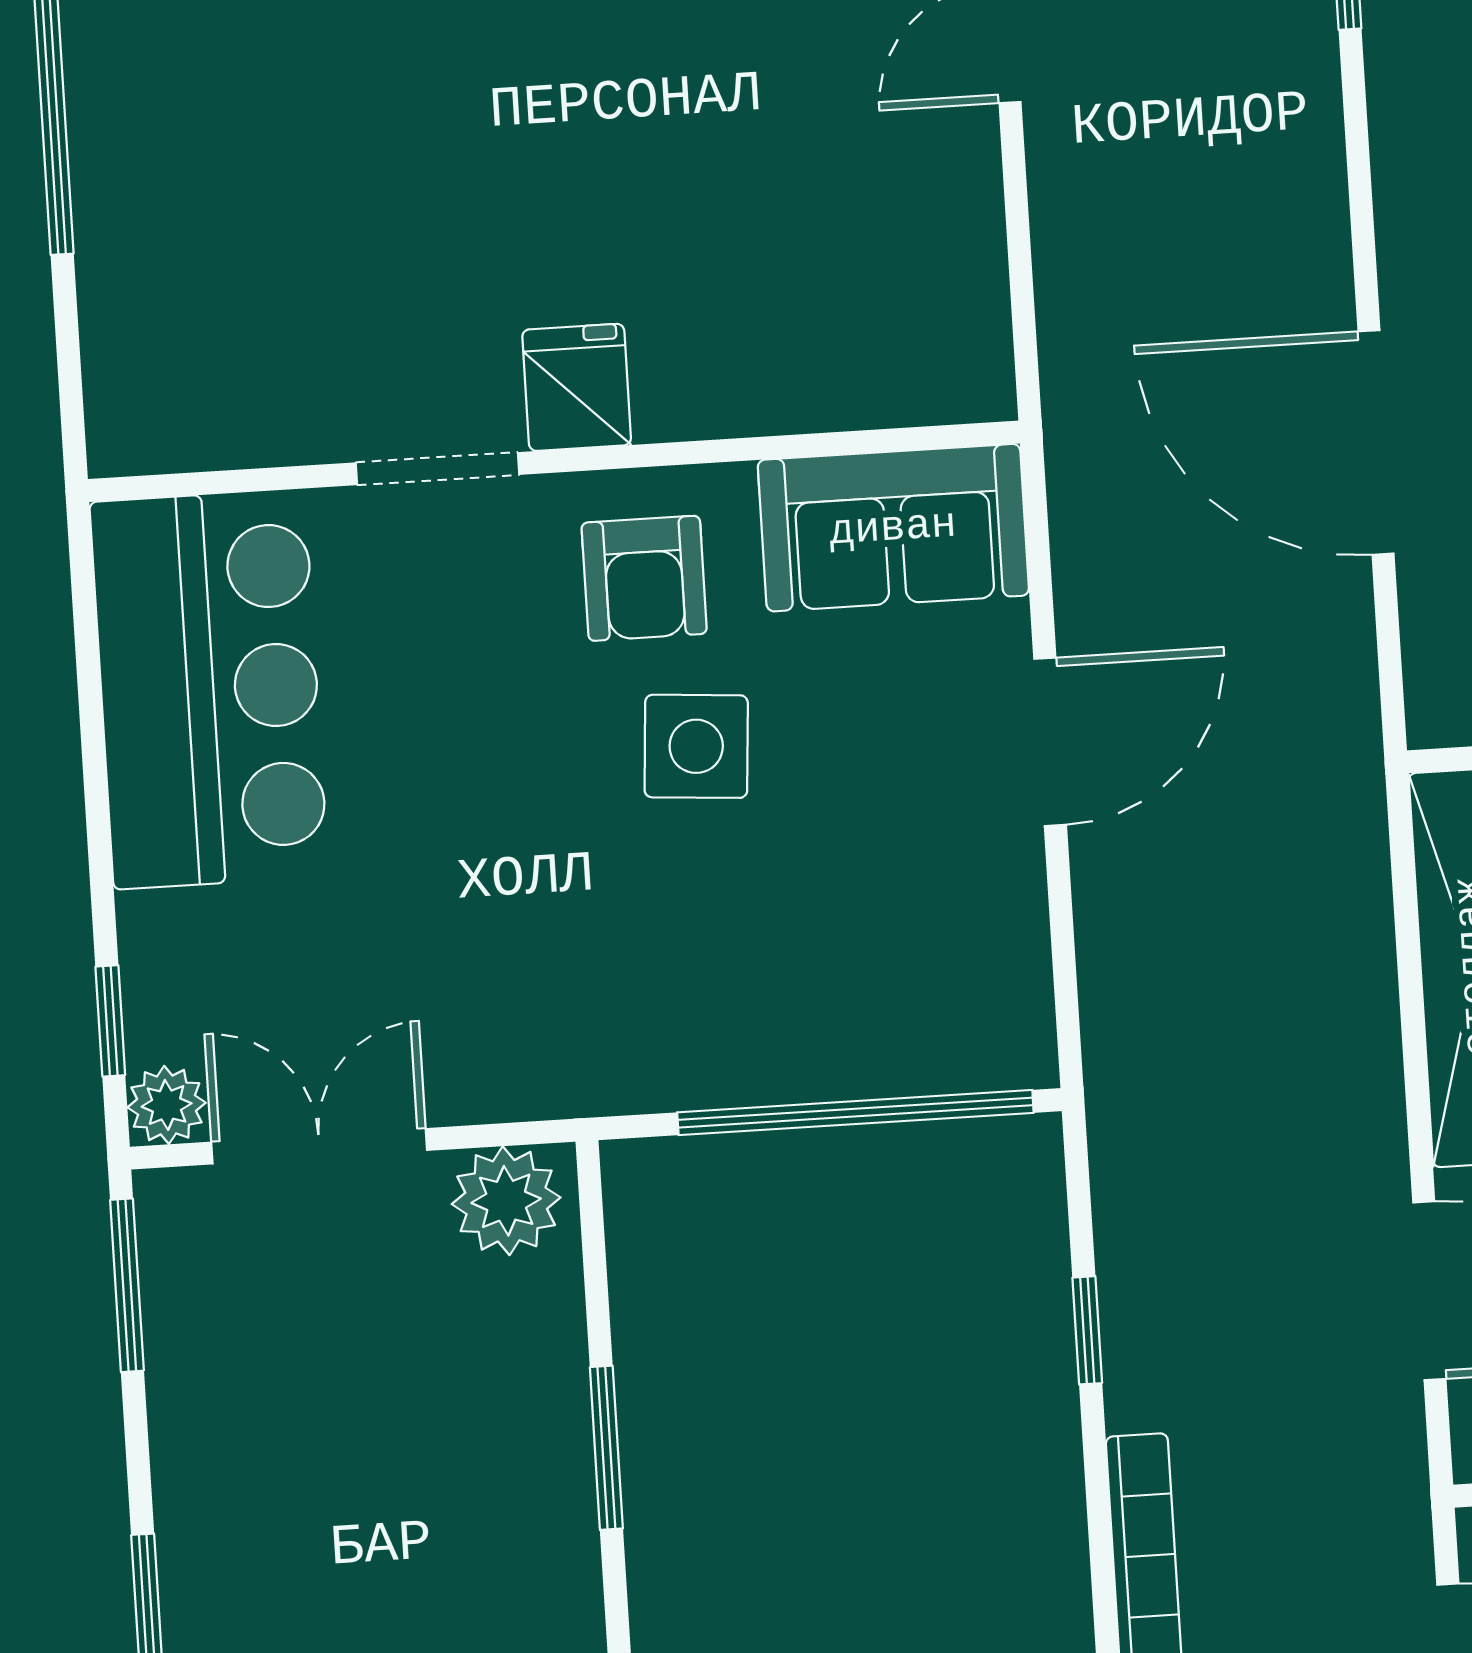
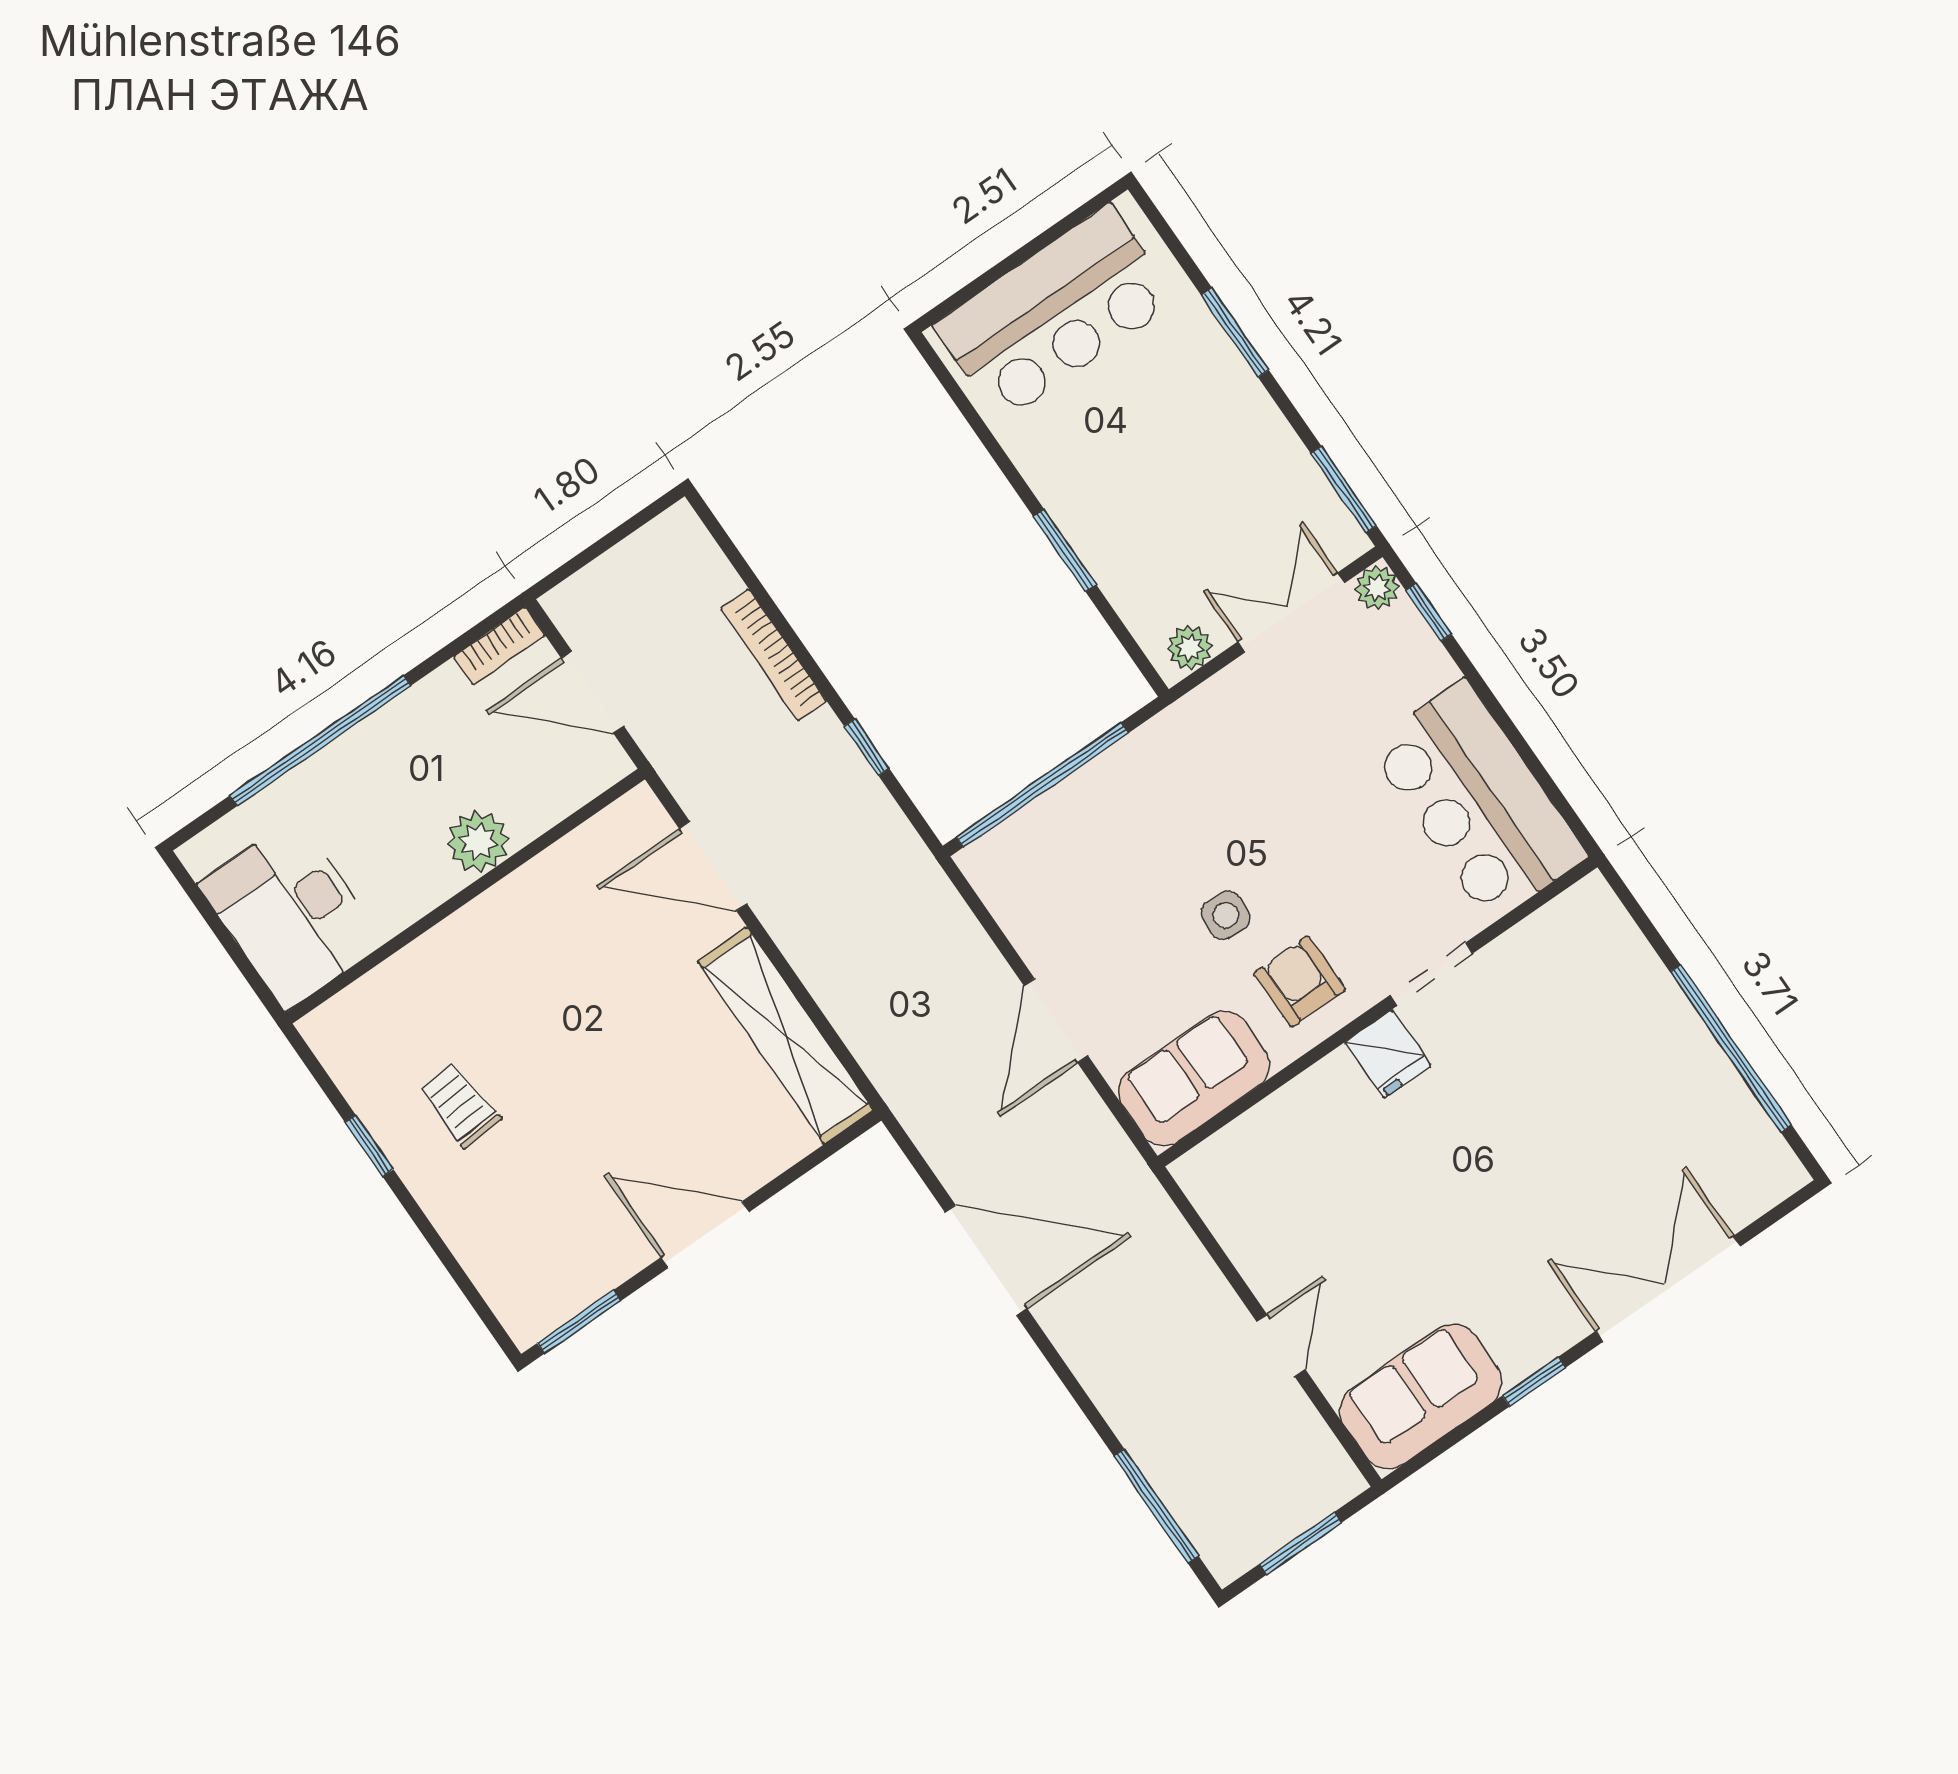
side table: (696, 746) -> (1226, 915), width x0.73, depth x0.73
double door: (319, 1146) -> (1291, 612), swing flipped
plant: (506, 1201) -> (1190, 647), width x0.73, depth x0.73

